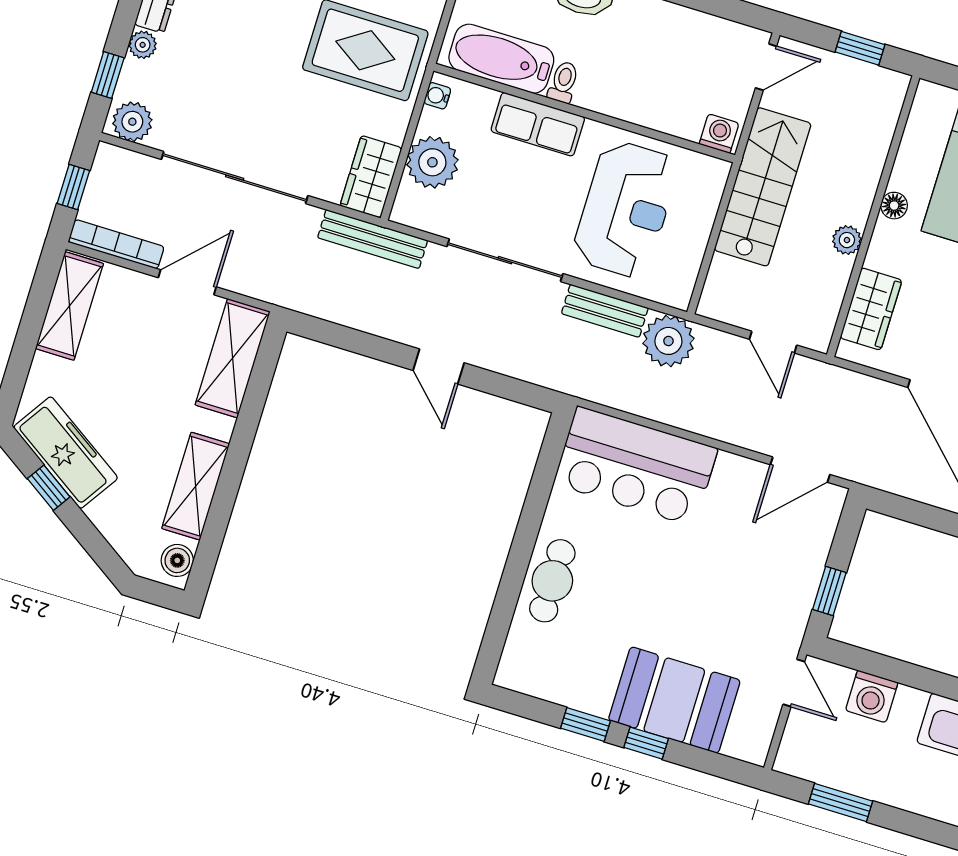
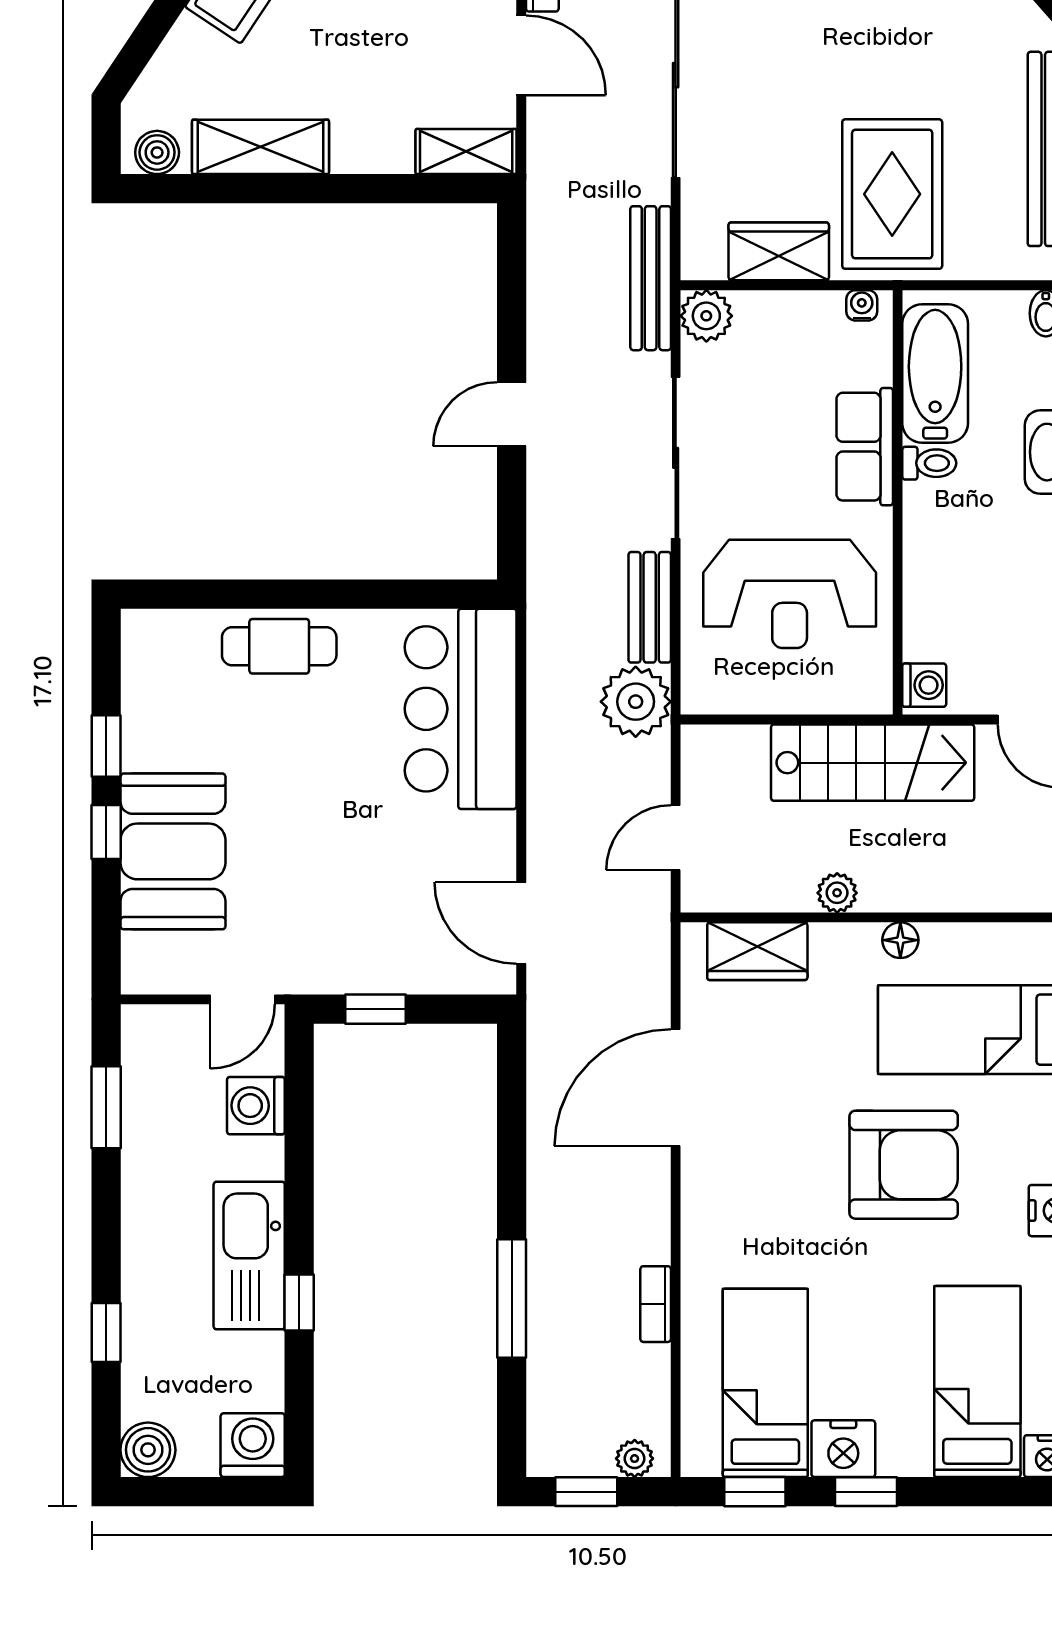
plant: (432, 162) -> (706, 316), moved, width x0.73, depth x0.73
wardrobe: (371, 177) -> (779, 251), moved
shelving: (233, 358) -> (466, 152), width x0.67, depth x0.75

